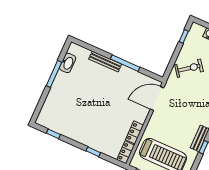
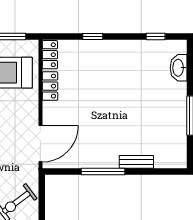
bench: (105, 62) -> (136, 162), width x0.73
washbasin: (68, 63) -> (179, 68), moved

